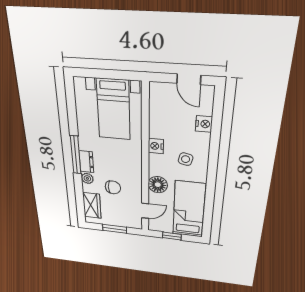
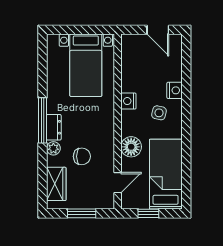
nightstand: (204, 124) -> (175, 90), moved

